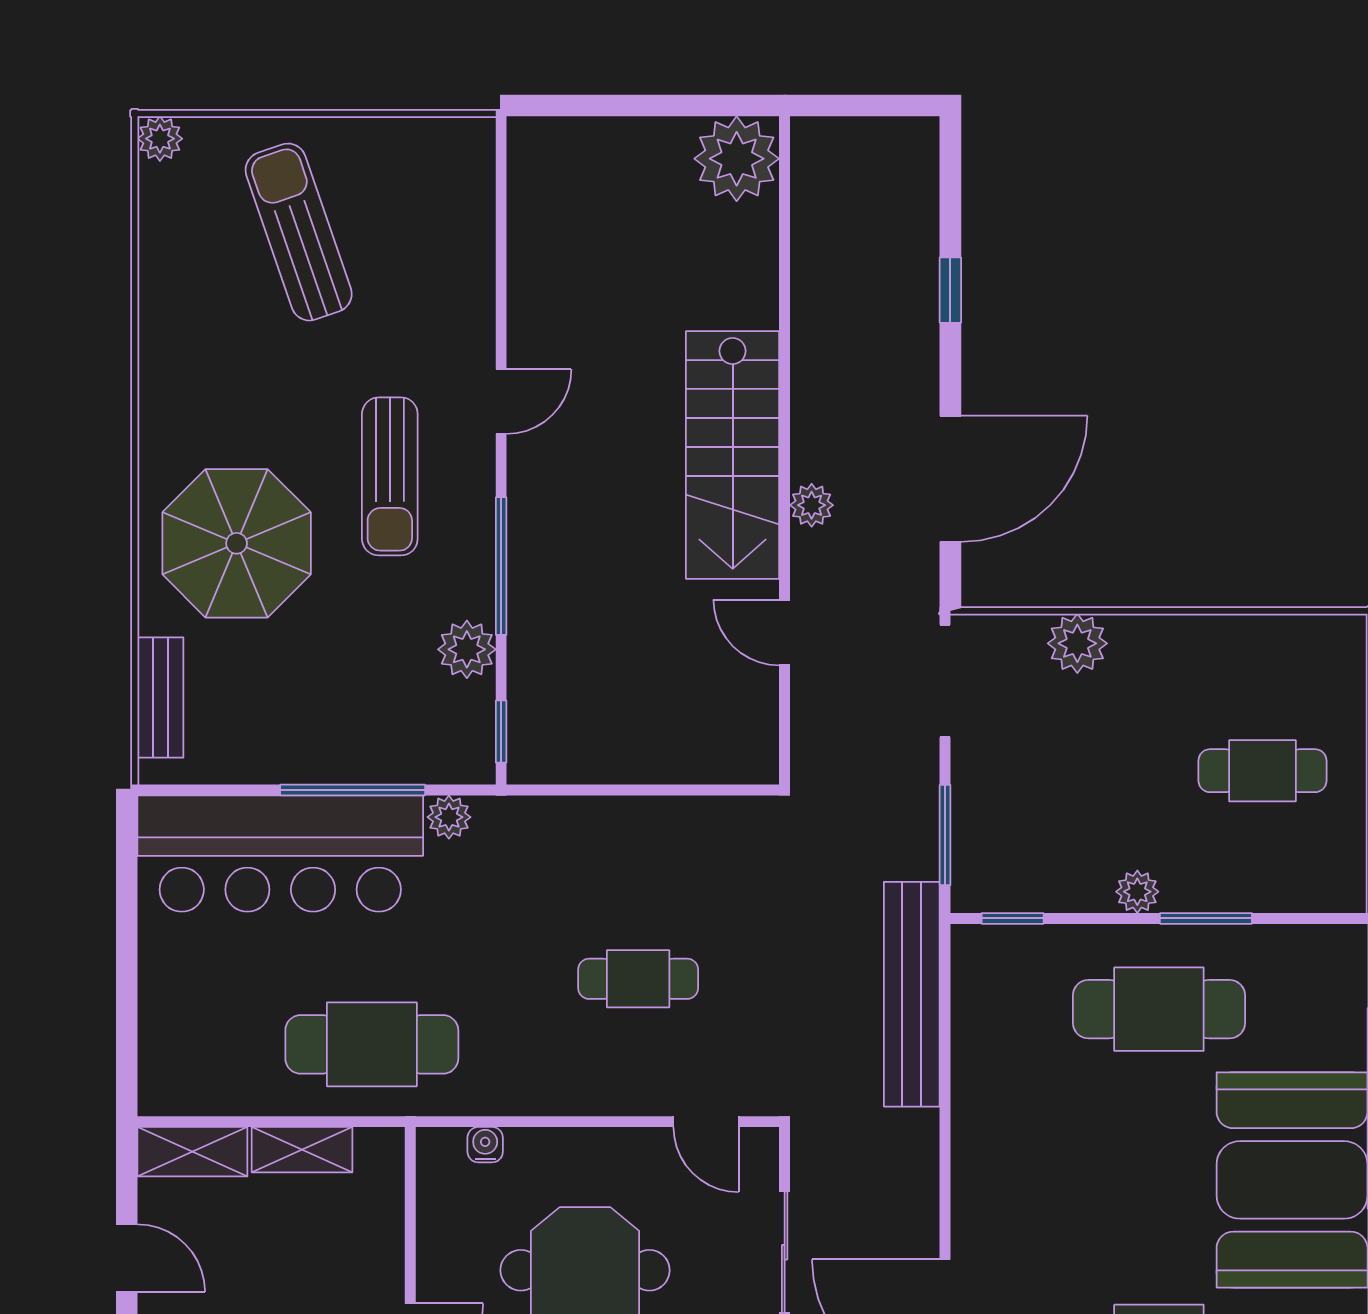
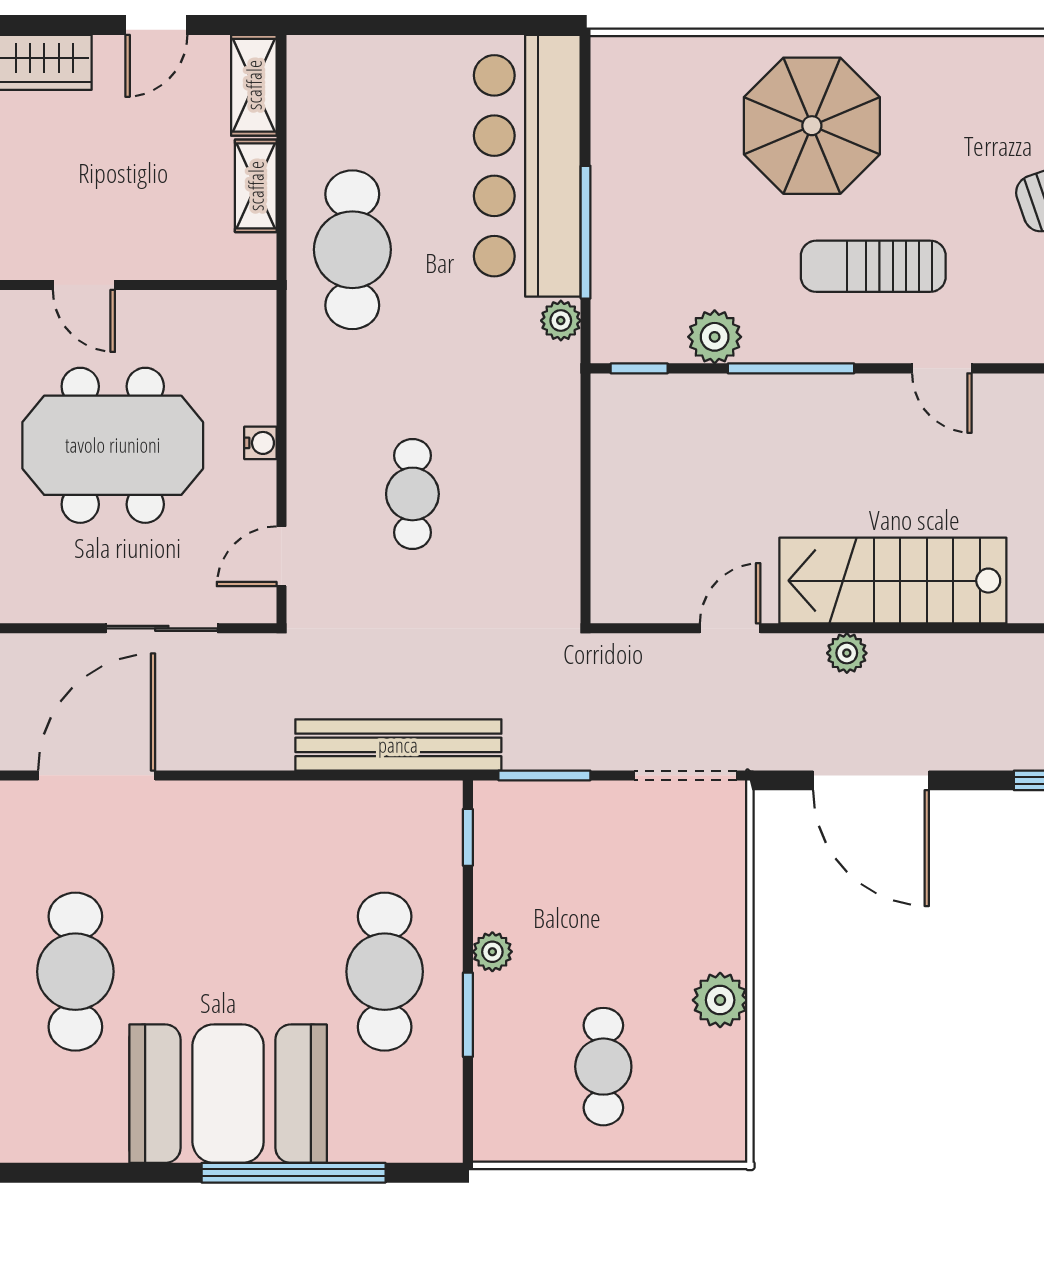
plant: (1077, 643) -> (720, 1000), moved
bench: (160, 697) -> (670, 56), removed
water cooler: (485, 1145) -> (260, 443), moved

